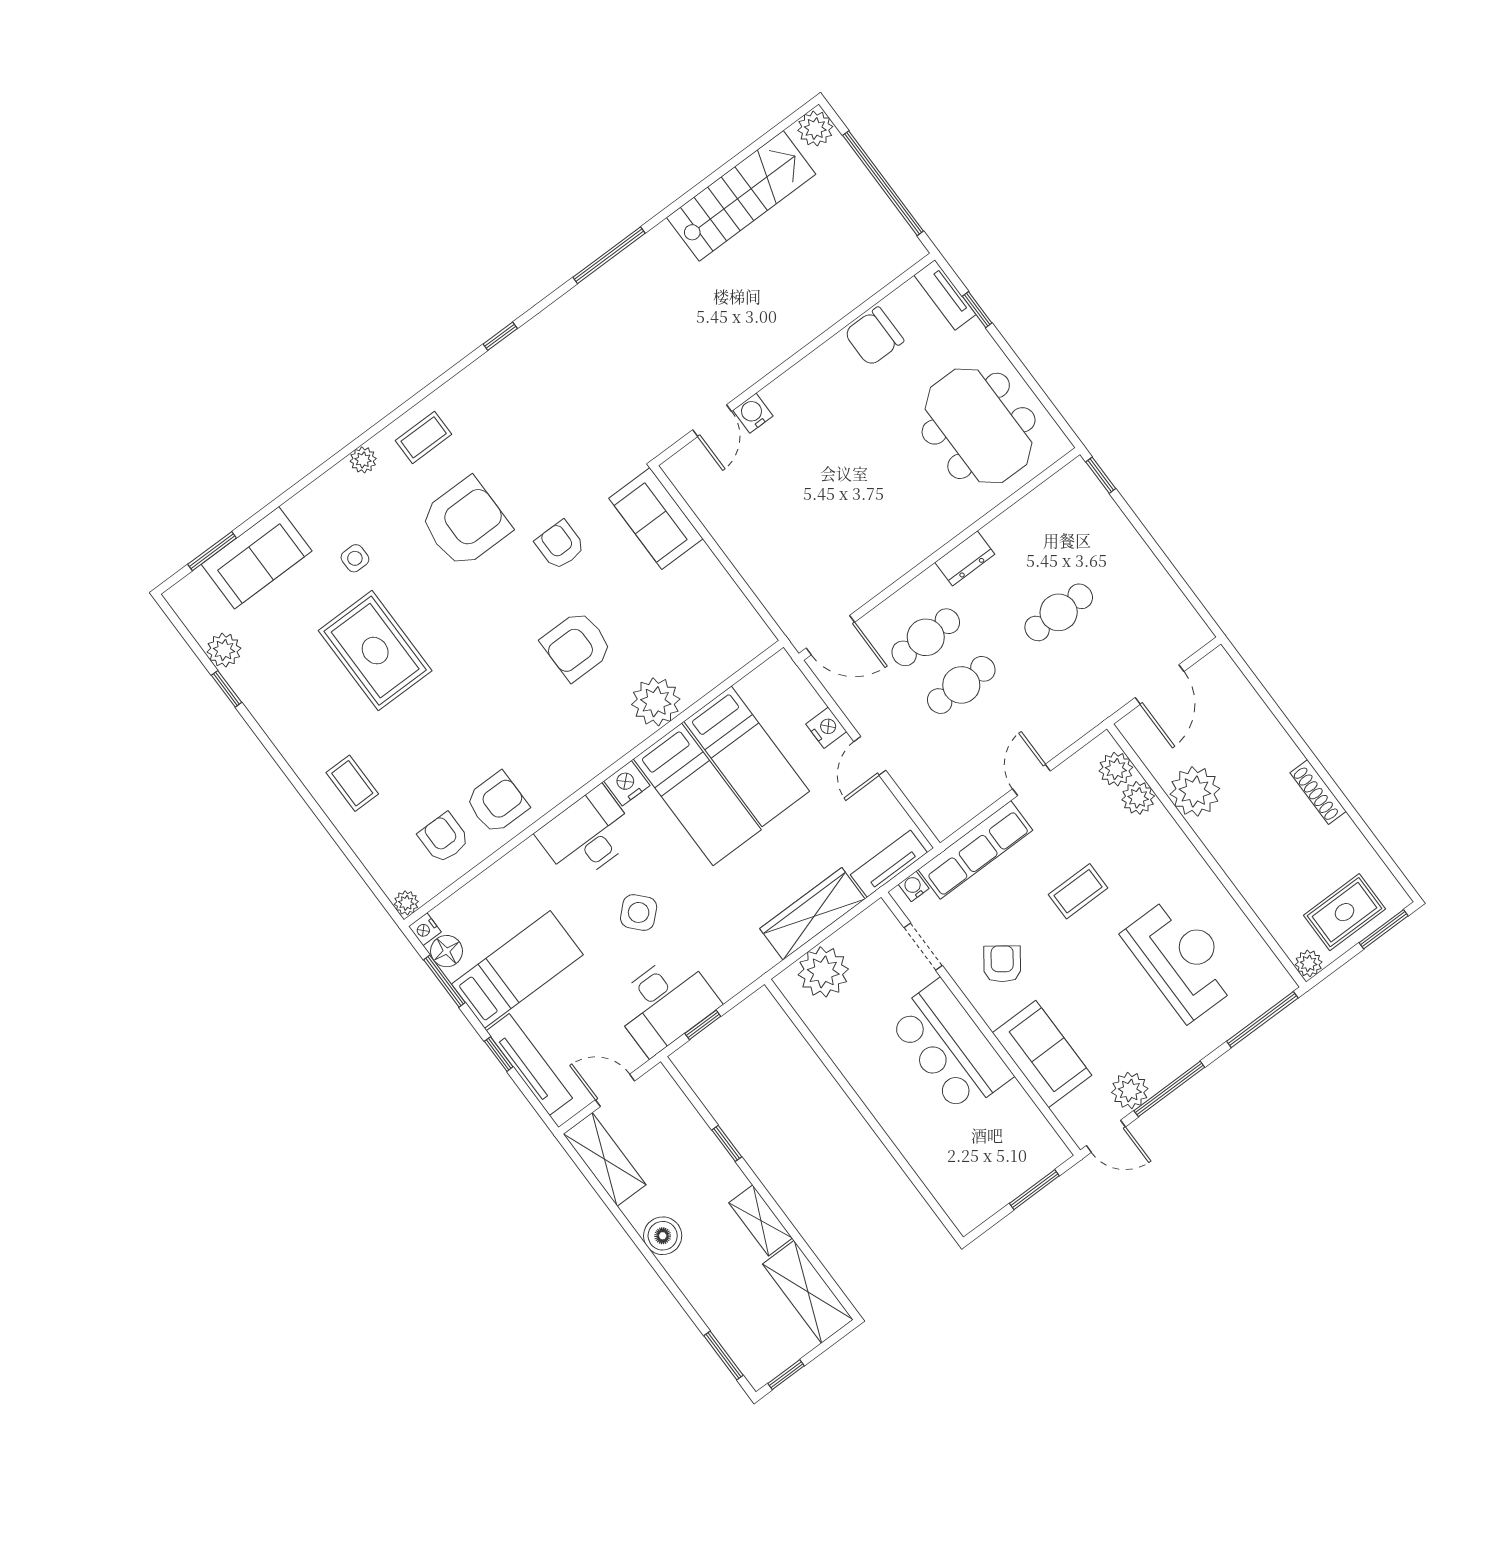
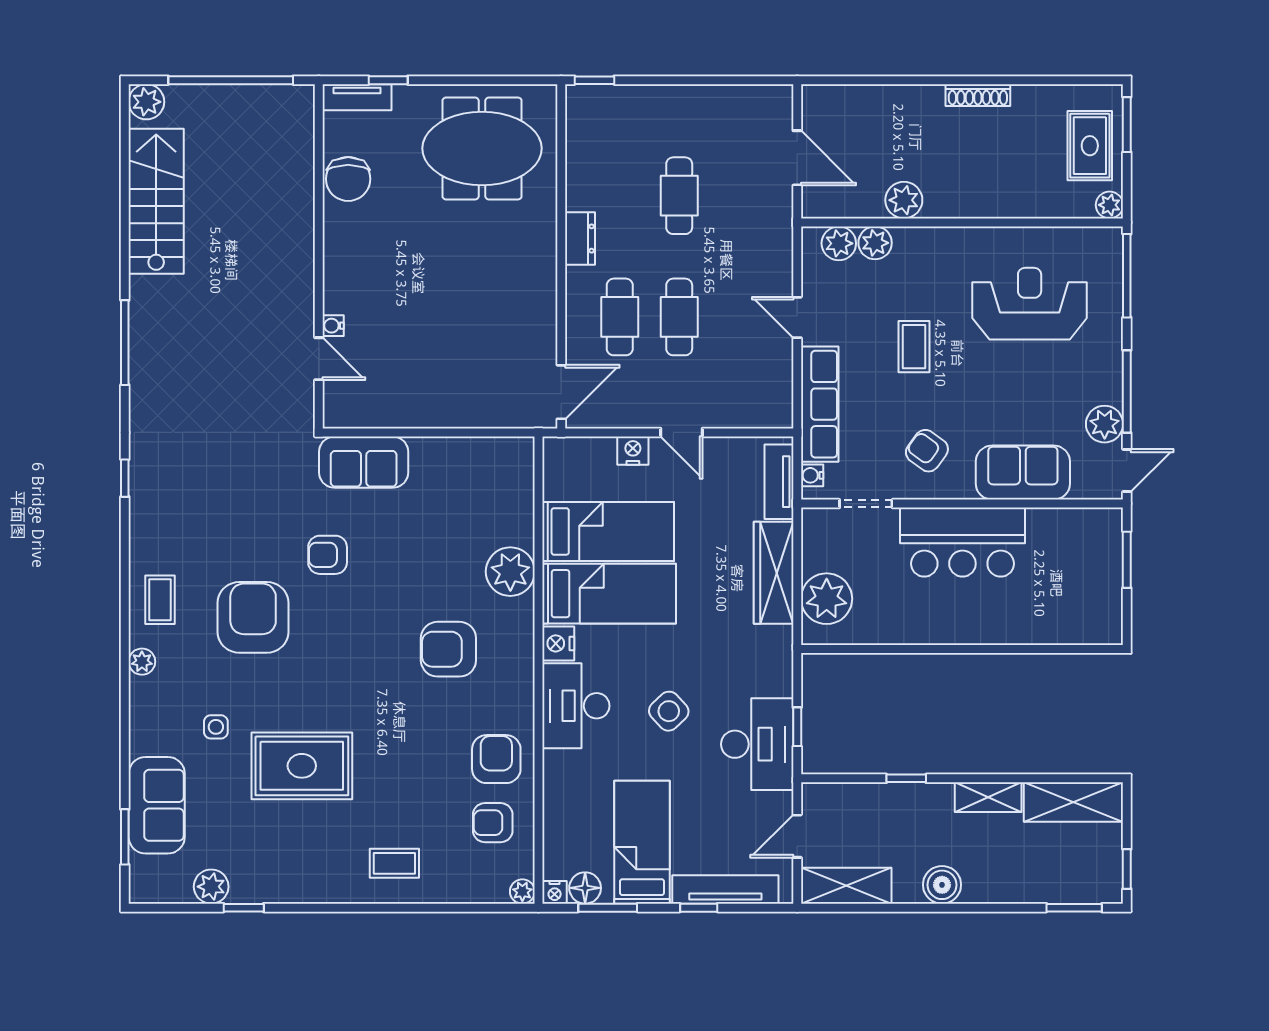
water cooler: (753, 413) -> (333, 326), width x0.72, depth x0.72
armchair: (577, 646) -> (448, 649), moved, turned 90
plant: (1195, 791) -> (904, 200), width x0.73, depth x0.73

